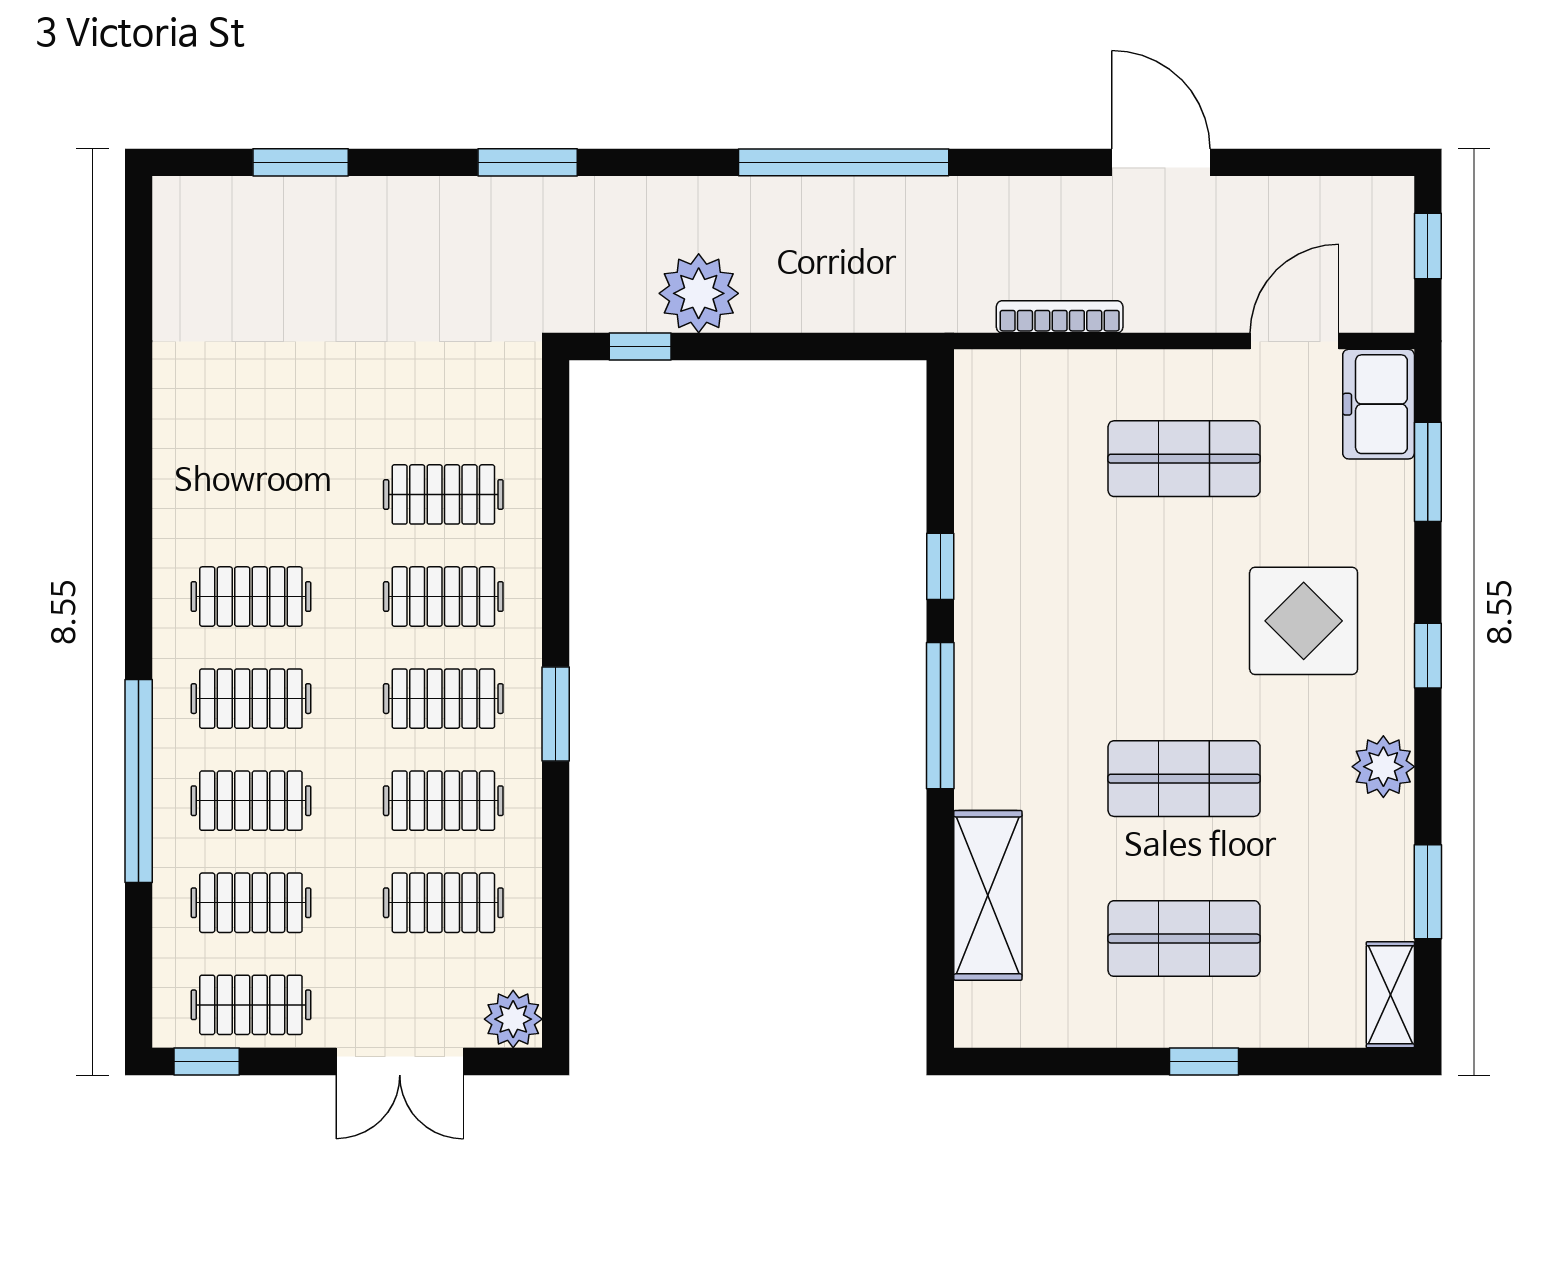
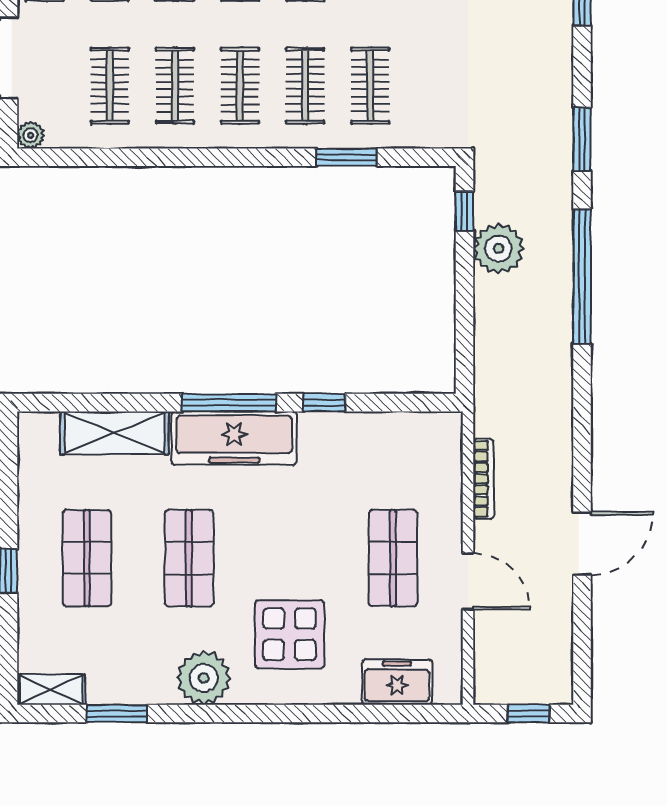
window: (844, 162) -> (582, 276), moved
door: (1295, 341) -> (468, 581), moved
freezer: (1379, 404) -> (397, 682), moved
window: (1428, 472) -> (385, 714), removed
window: (1428, 656) -> (267, 714), removed
freezer: (996, 708) -> (234, 438), added
window: (556, 714) -> (346, 157), moved
plant: (1383, 767) -> (204, 678), width x1.36, depth x1.36
plant: (513, 1019) -> (31, 135), width x0.73, depth x0.73

